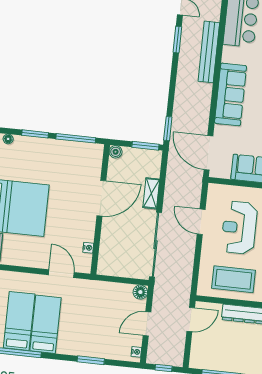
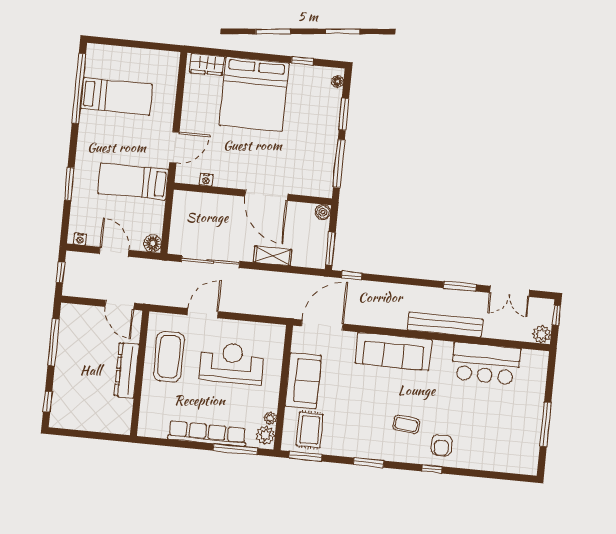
window: (168, 129) -> (352, 276), width x0.67
door: (201, 222) -> (203, 313), moved
sliding door: (155, 245) -> (210, 261), width x0.73
bed: (45, 324) -> (133, 181), moved, turned 180

